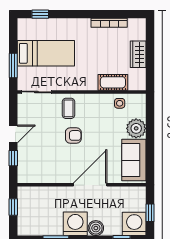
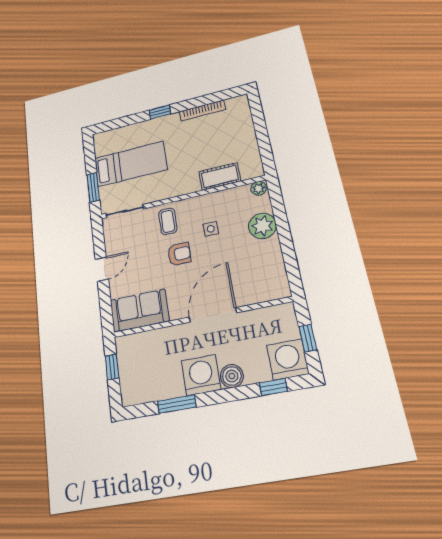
window: (40, 14) -> (160, 112), moved
wardrobe: (138, 54) -> (246, 136), removed
plant: (139, 99) -> (259, 188), added
side table: (120, 103) -> (211, 229), moved
window: (13, 158) -> (105, 300), removed
sofa: (134, 160) -> (139, 311), moved, turned 90

